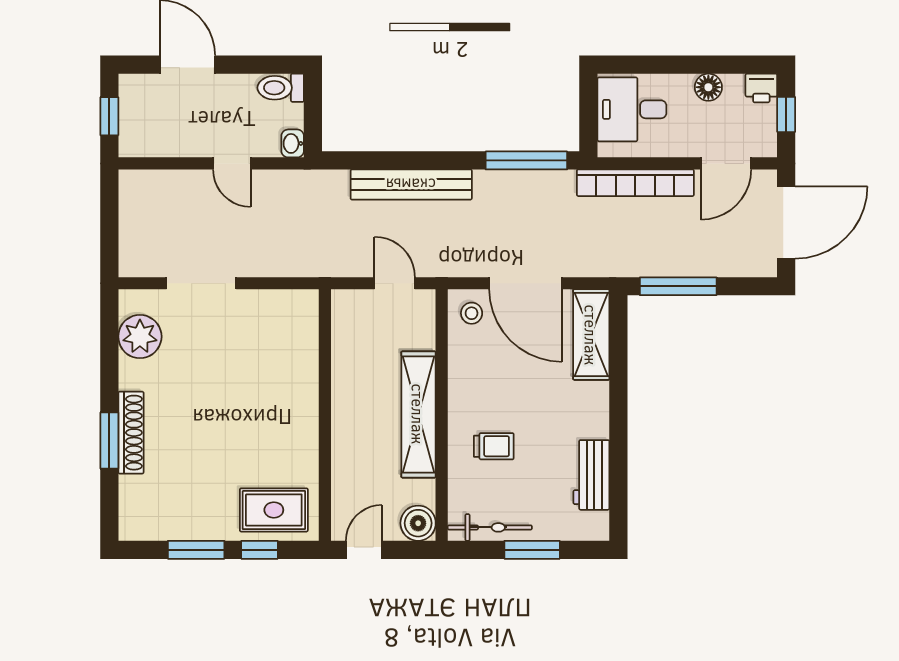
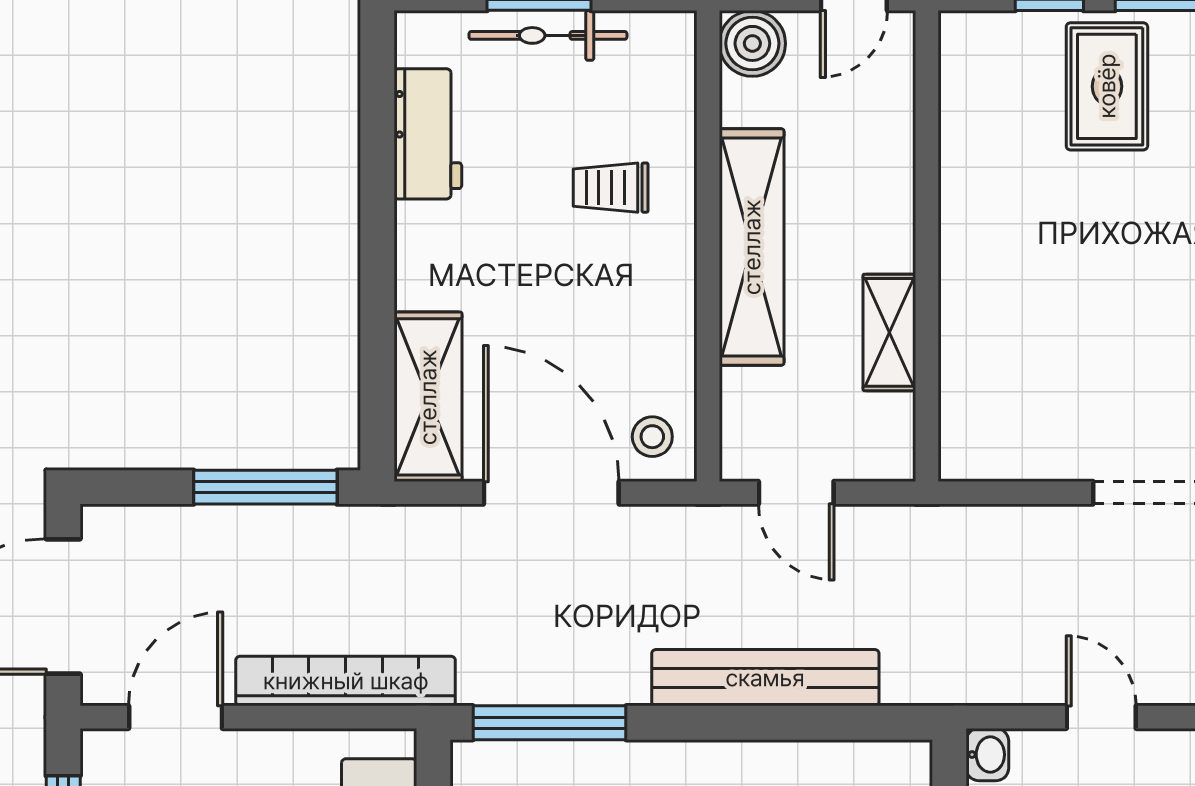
shelving: (345, 369) -> (889, 332), added
rug: (274, 510) -> (1107, 86), moved, turned 90
bicycle: (490, 527) -> (548, 35), moved

